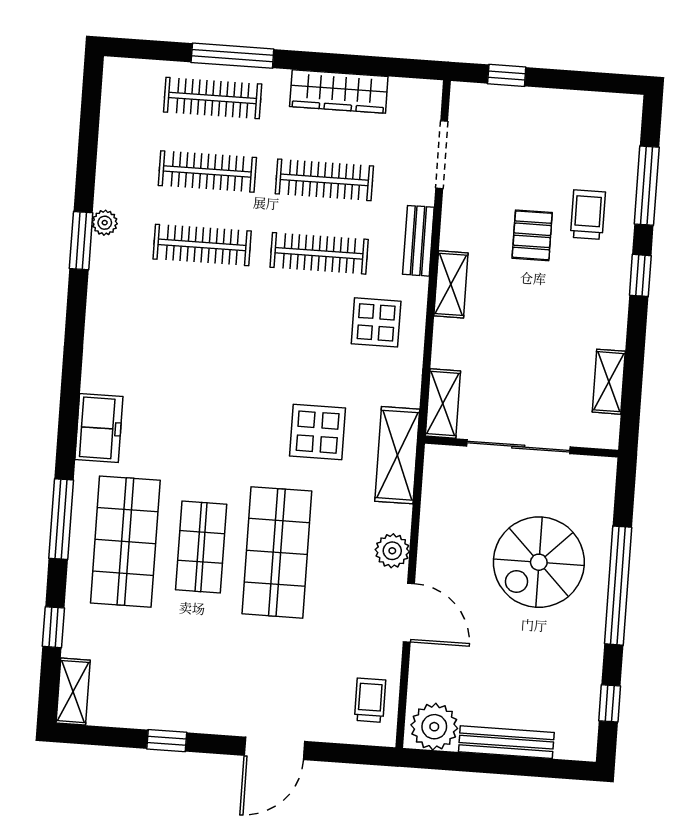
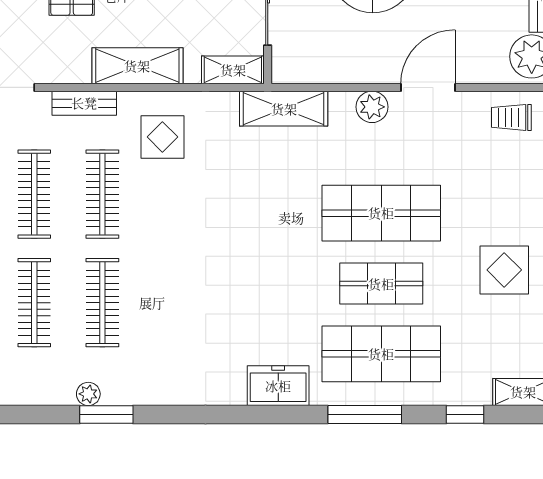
shelving: (451, 284) -> (137, 66), width x1.50, depth x1.33
display table: (318, 432) -> (504, 270), moved

